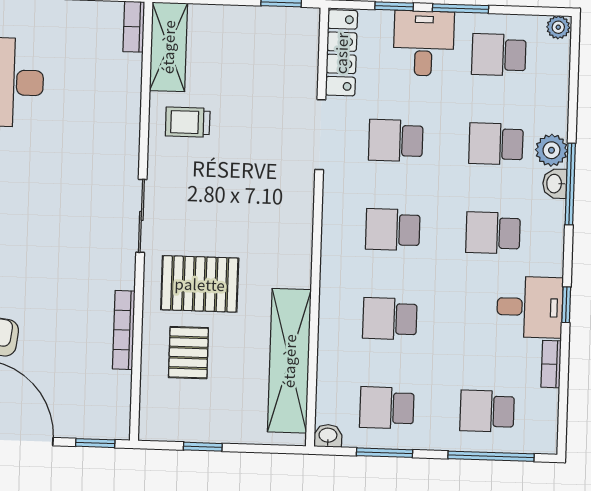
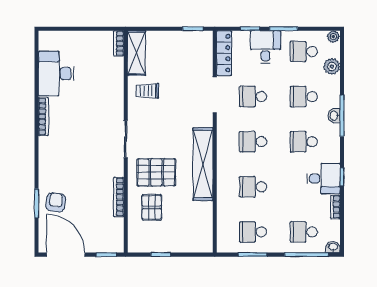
plant: (551, 150) -> (332, 66), moved
shelving: (289, 361) -> (203, 164), moved
washbasin: (328, 436) -> (333, 247), moved

